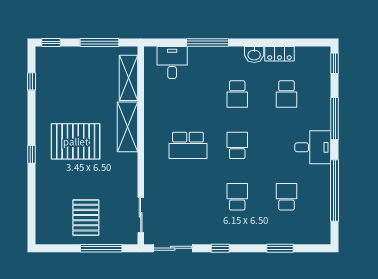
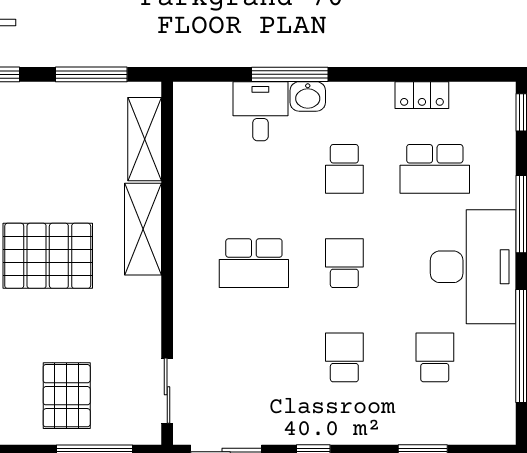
washbasin: (254, 55) -> (308, 96), moved
desk: (172, 63) -> (260, 111), moved
school desk: (286, 94) -> (435, 169), width x1.85
desk: (313, 147) -> (473, 267), width x1.87, depth x1.30

